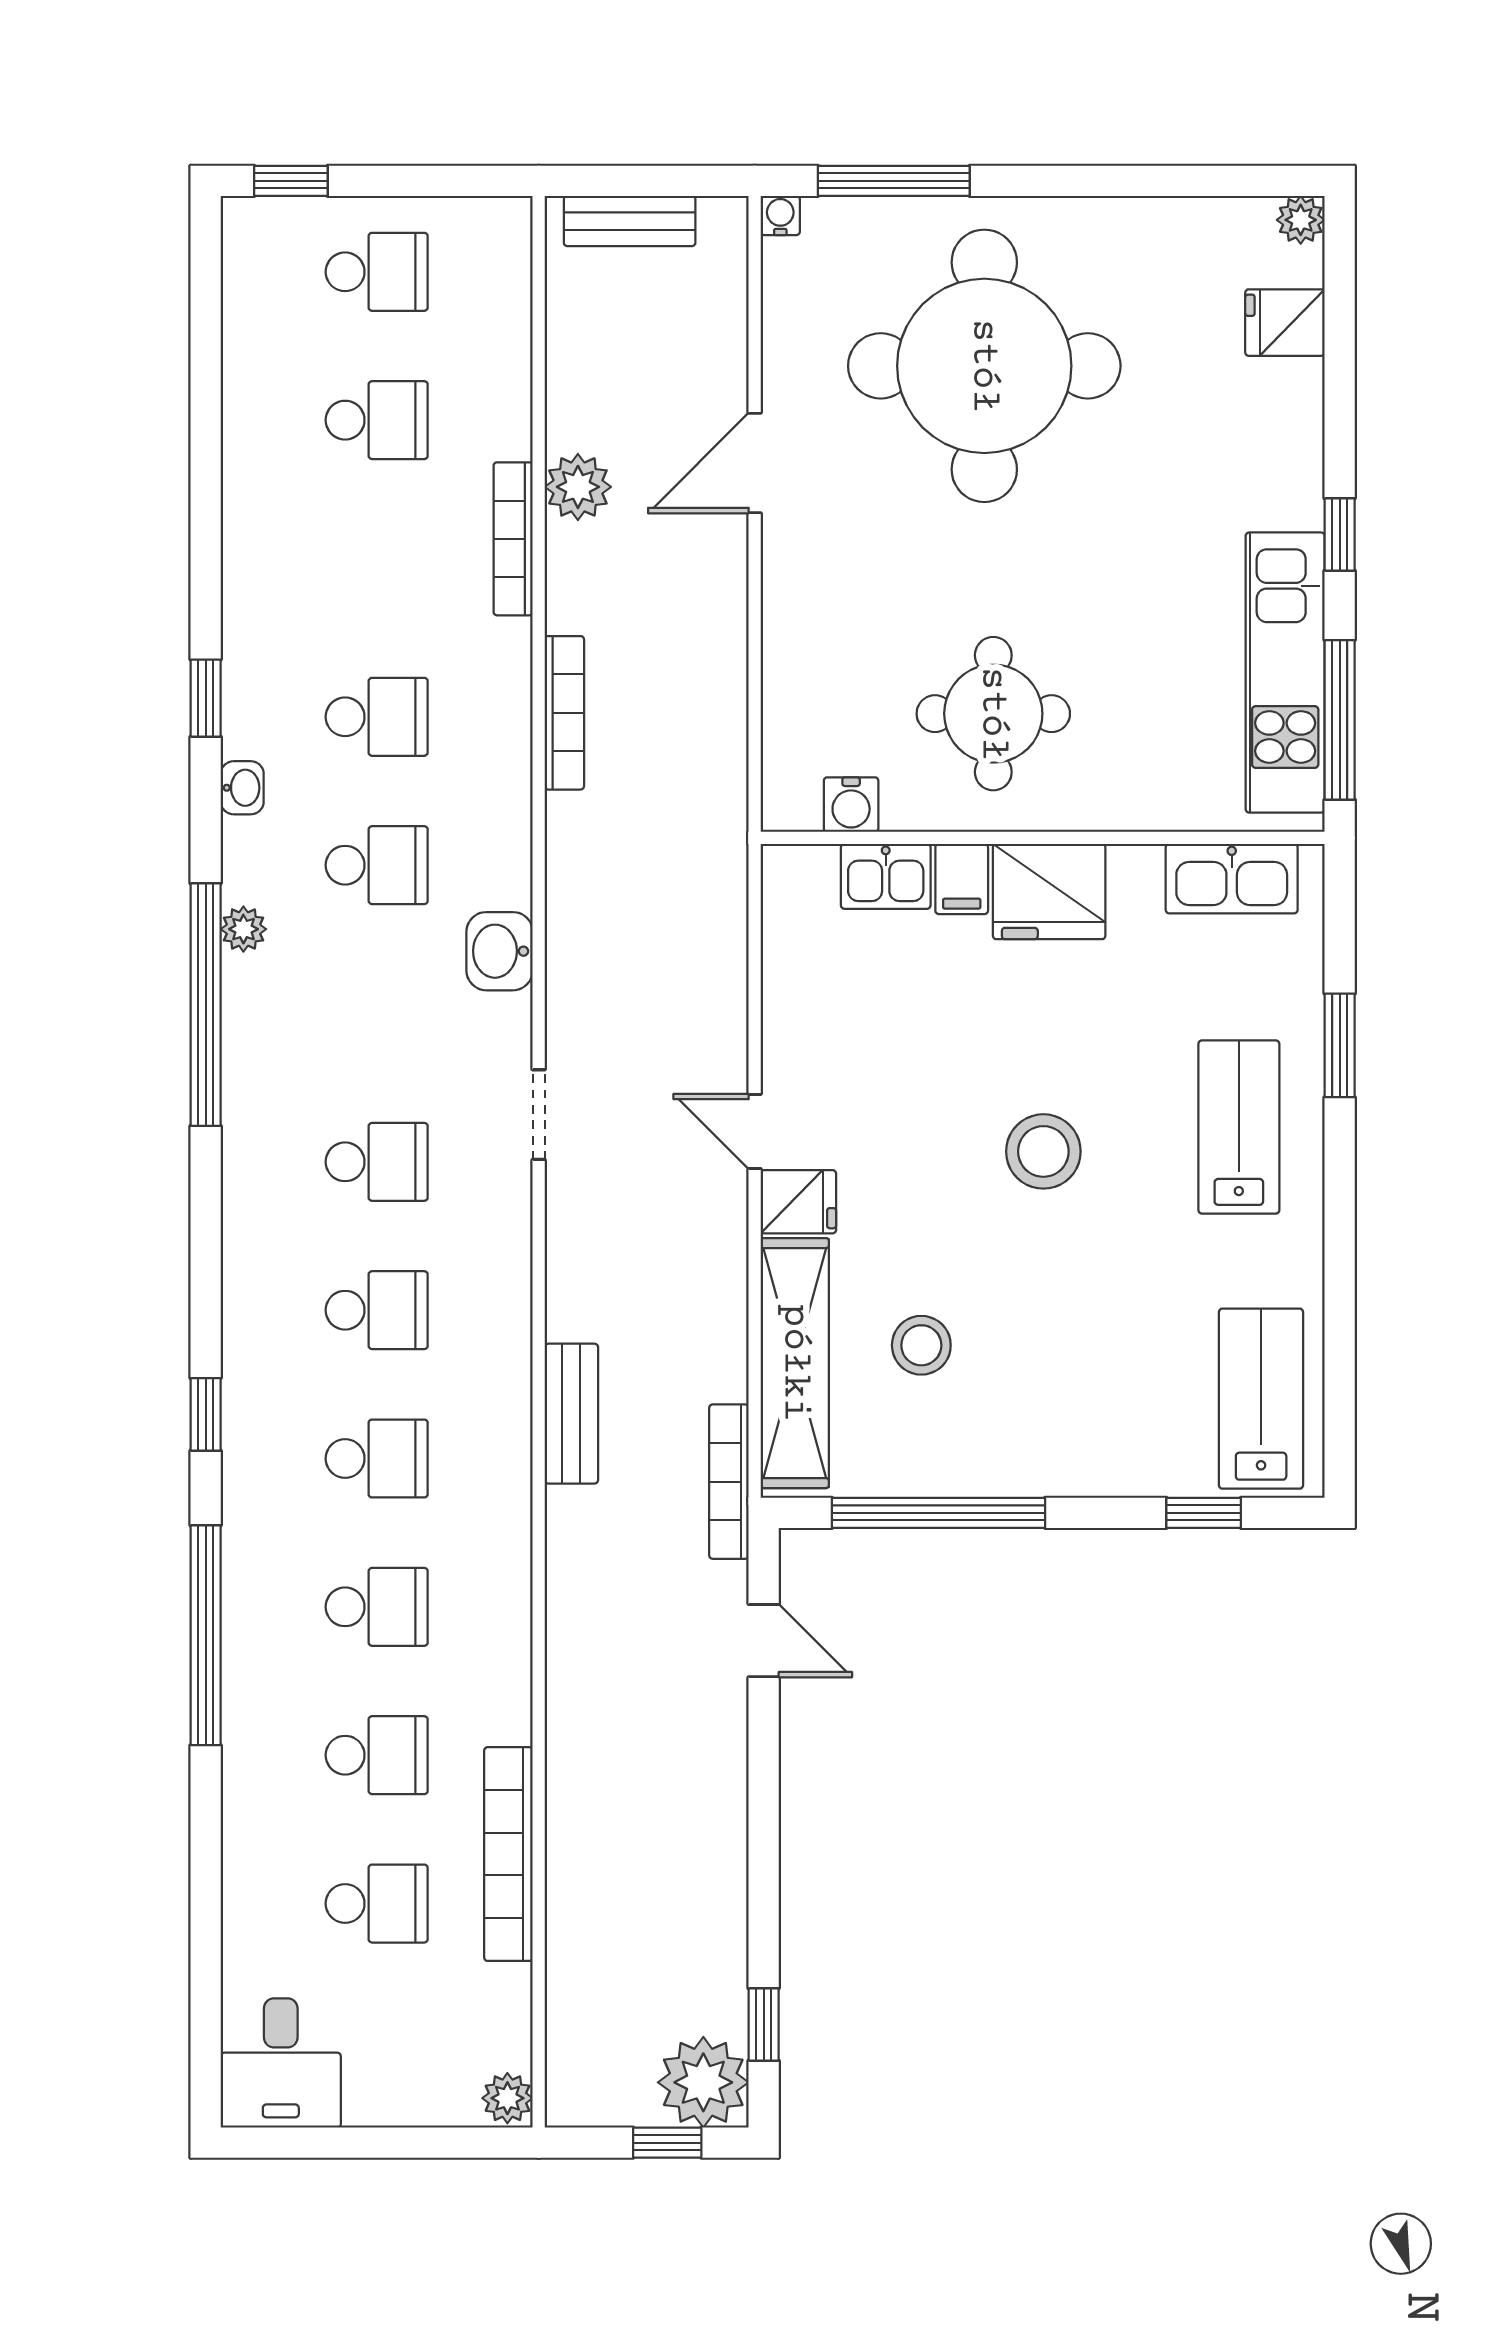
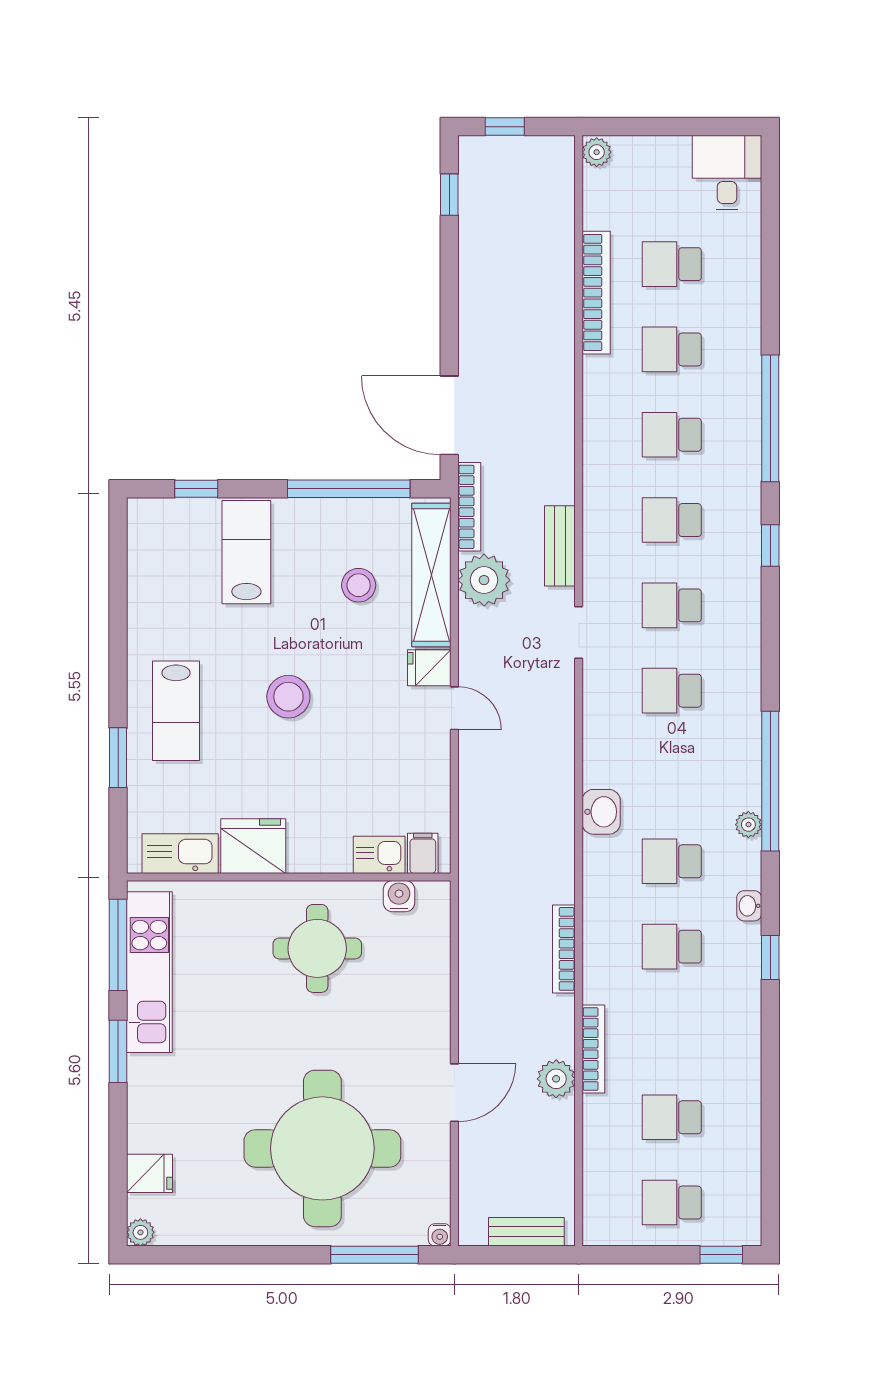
window: (1340, 535) -> (118, 1051), width x1.50
filing cabinet: (962, 879) -> (423, 853), moved
fridge: (1049, 892) -> (253, 846), moved
doorway: (539, 1115) -> (579, 633), moved
lab bench: (1261, 1399) -> (246, 552), moved, turned 180
door: (764, 1641) -> (449, 415), width x1.87
plant: (703, 2082) -> (484, 580), moved

